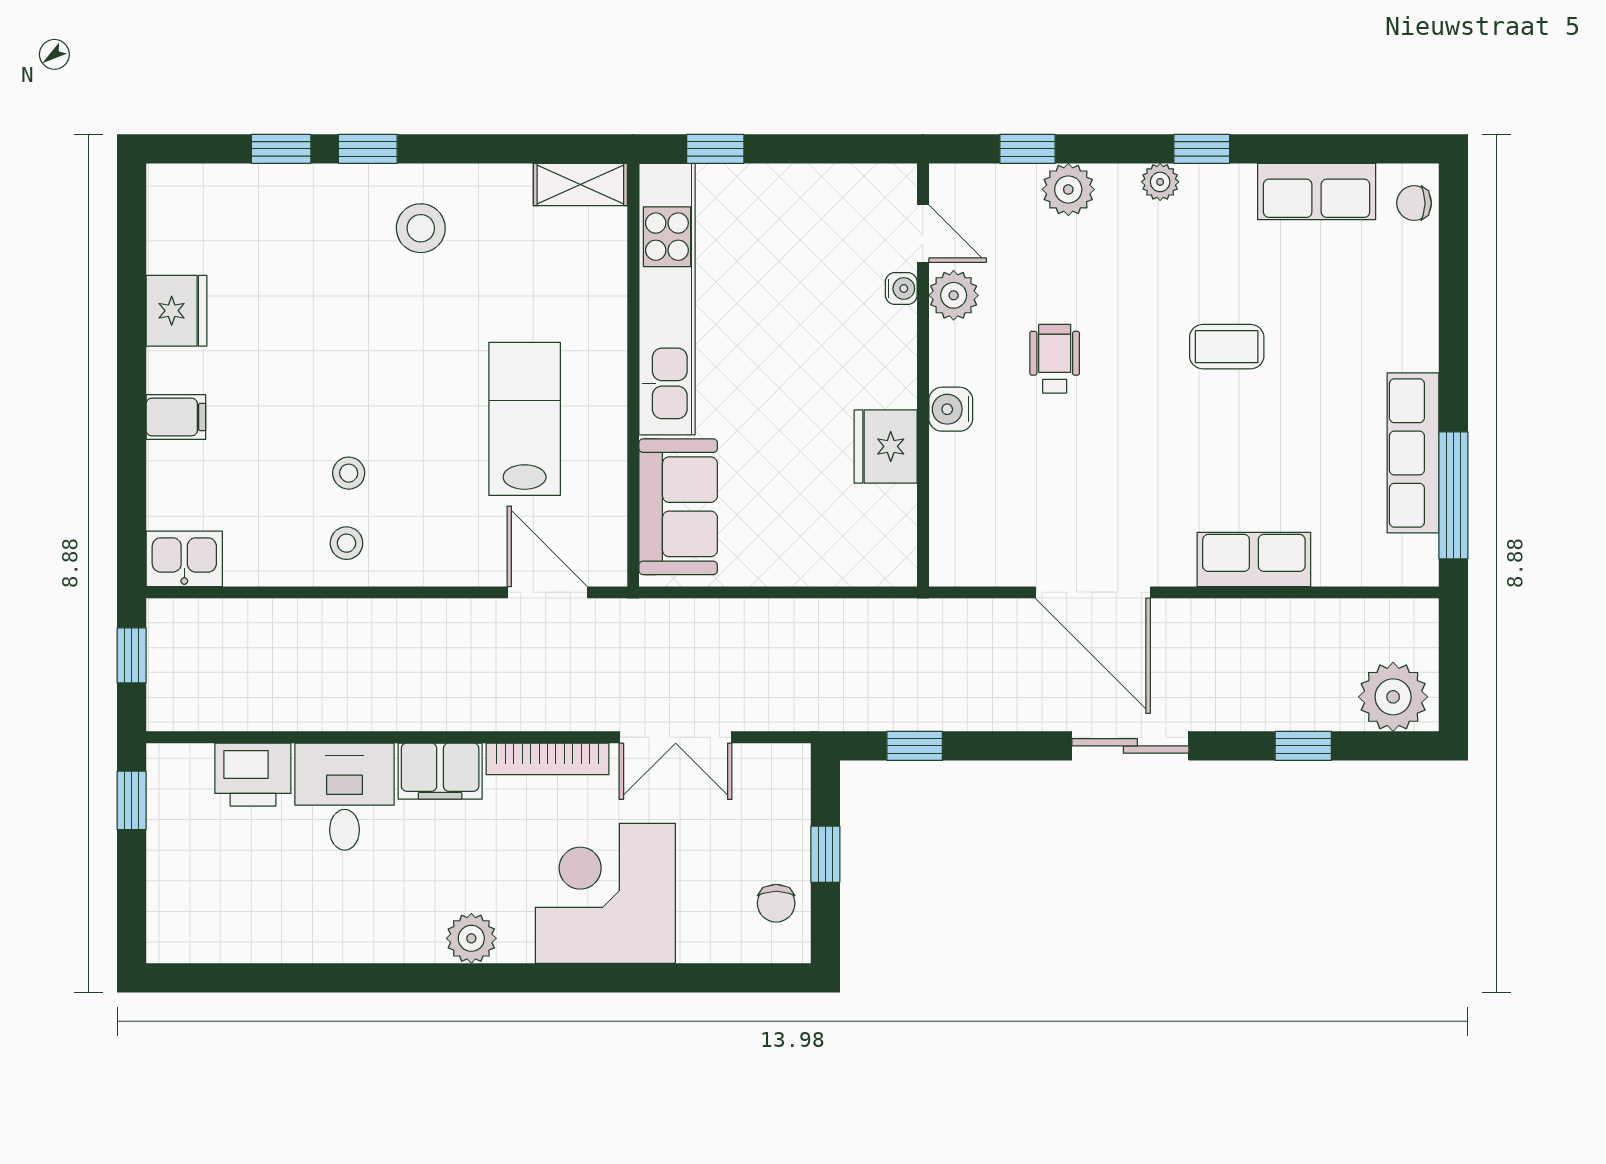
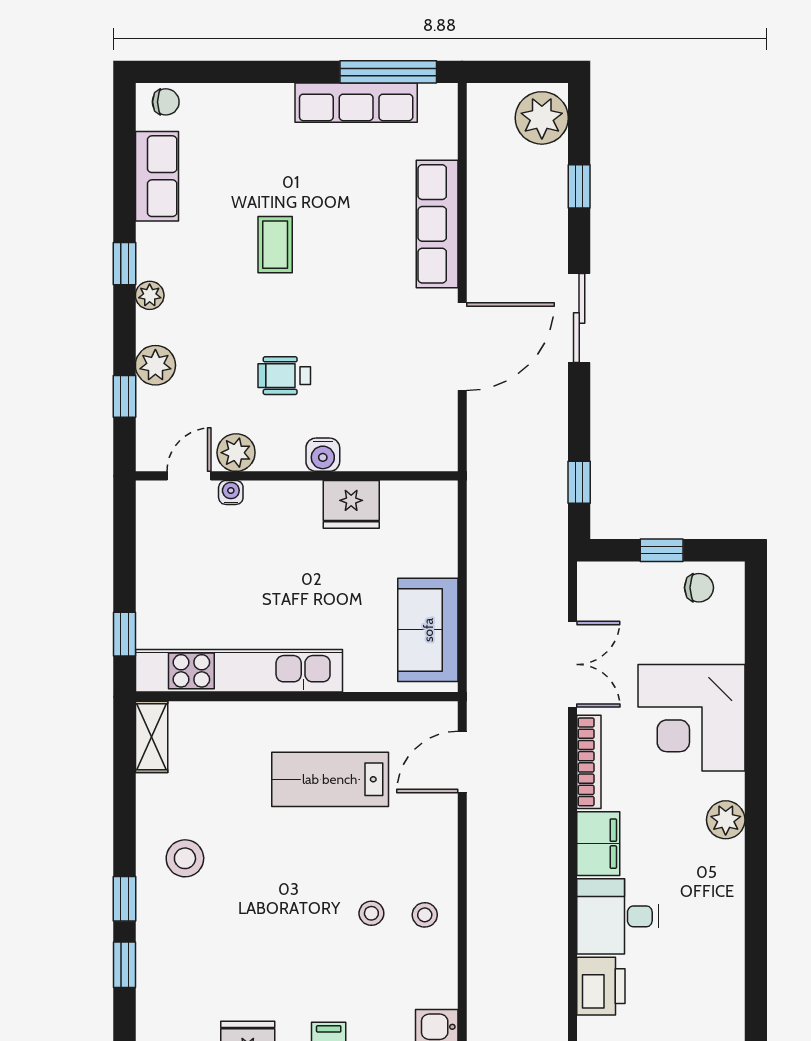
chair: (1414, 203) -> (166, 102), turned -90
sofa: (678, 507) -> (428, 630), moved, turned -90
row of seats: (1254, 559) -> (437, 224), width x1.48

